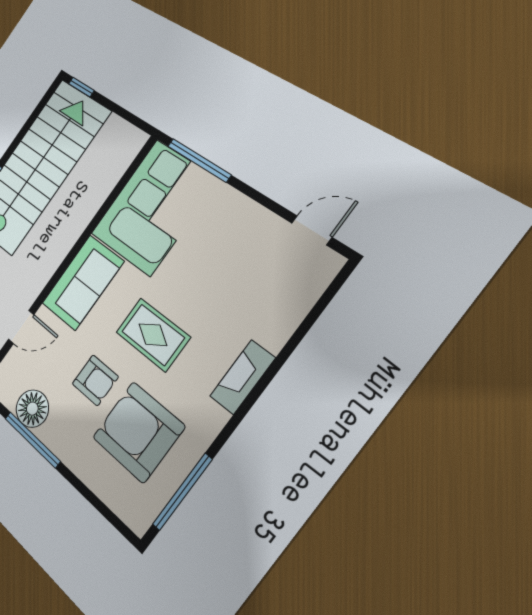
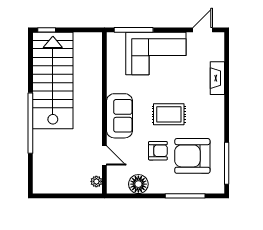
corner sofa: (154, 207) -> (156, 54), moved, turned 90
door: (21, 327) -> (104, 156), hinge flipped
fireplace: (242, 377) -> (217, 78), moved
window: (32, 440) -> (185, 196), moved

